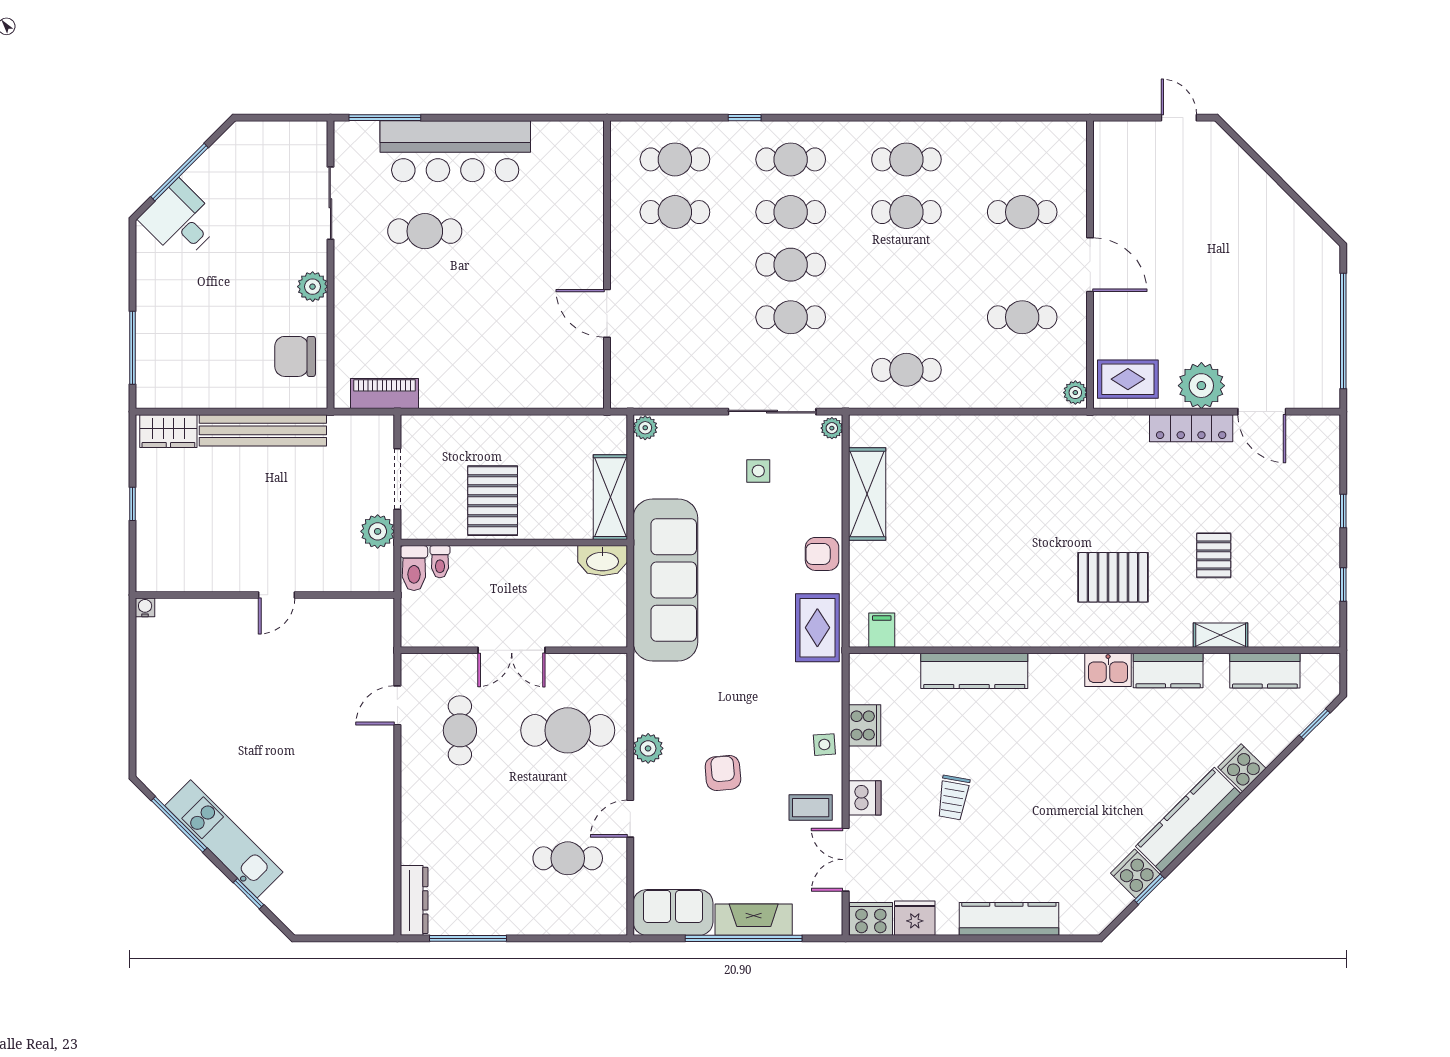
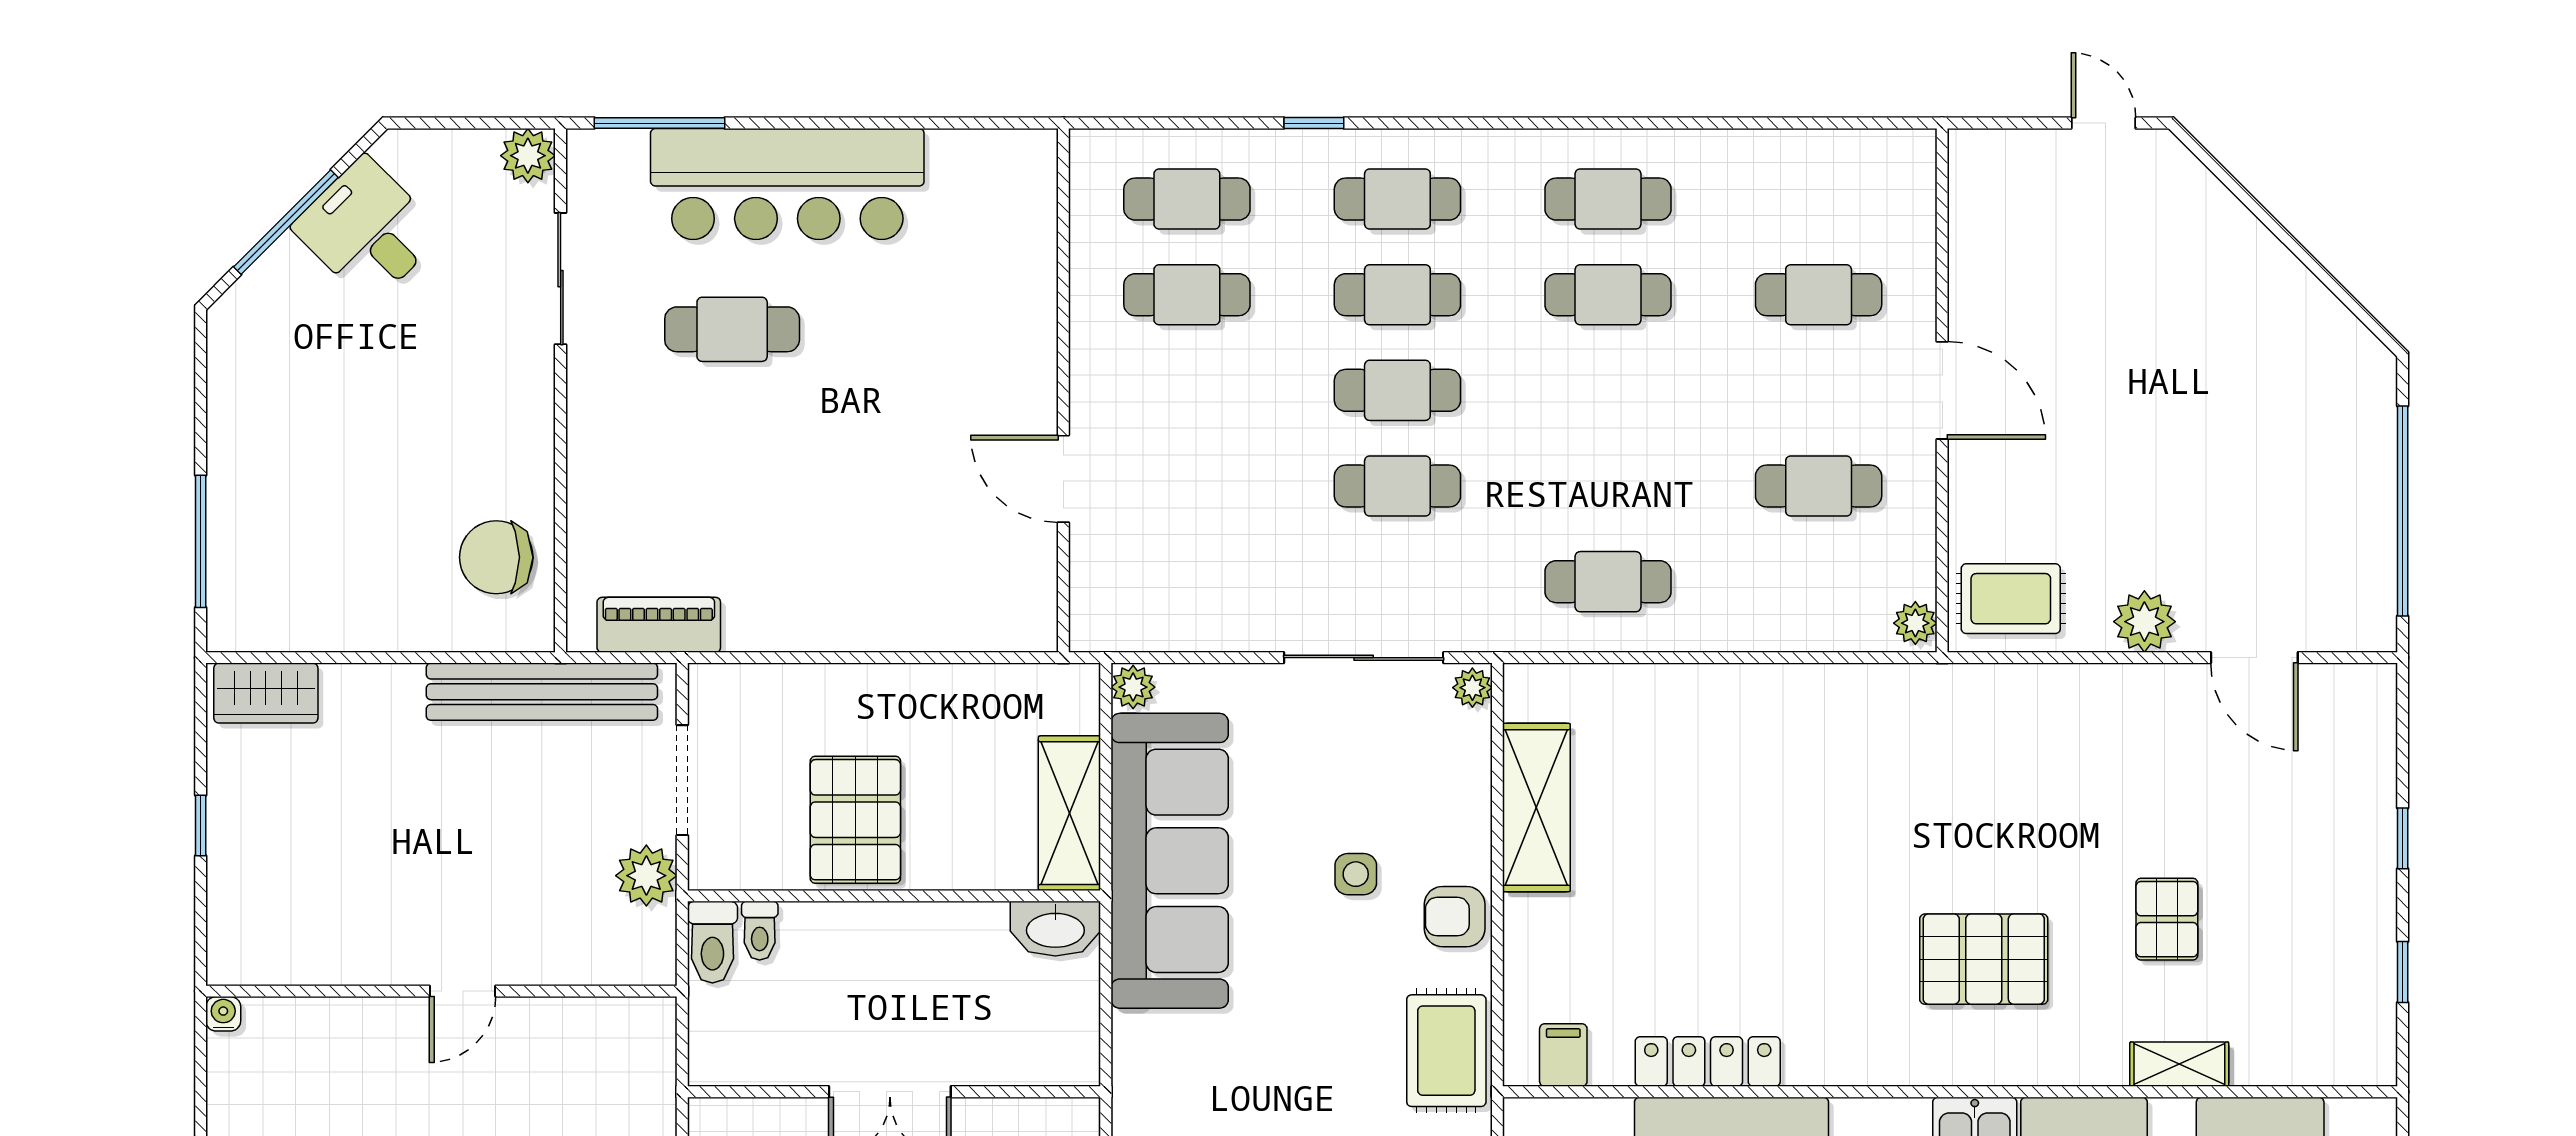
desk: (180, 221) -> (368, 230), moved
plant: (313, 287) -> (528, 156), moved
plant: (1201, 386) -> (2144, 622), width x0.73, depth x0.73
locker: (1191, 428) -> (1708, 1061), moved, turned 180
bench: (263, 430) -> (542, 692), moved
side table: (758, 471) -> (1356, 874), moved
sofa: (665, 580) -> (1170, 861), moved

